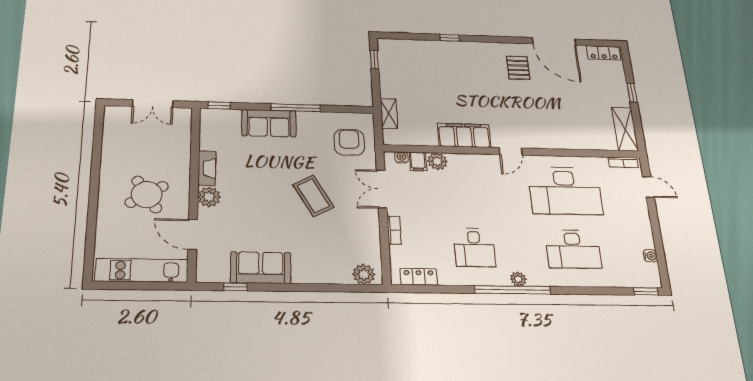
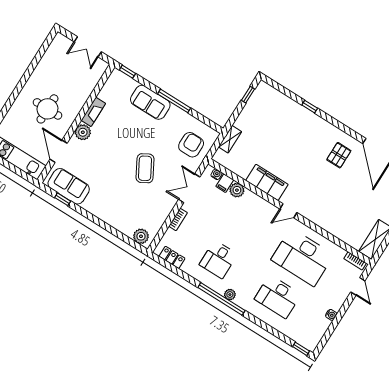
round table: (147, 194) -> (47, 109), turned 32
water cooler: (650, 256) -> (331, 315), moved
sofa: (261, 268) -> (69, 186), moved

